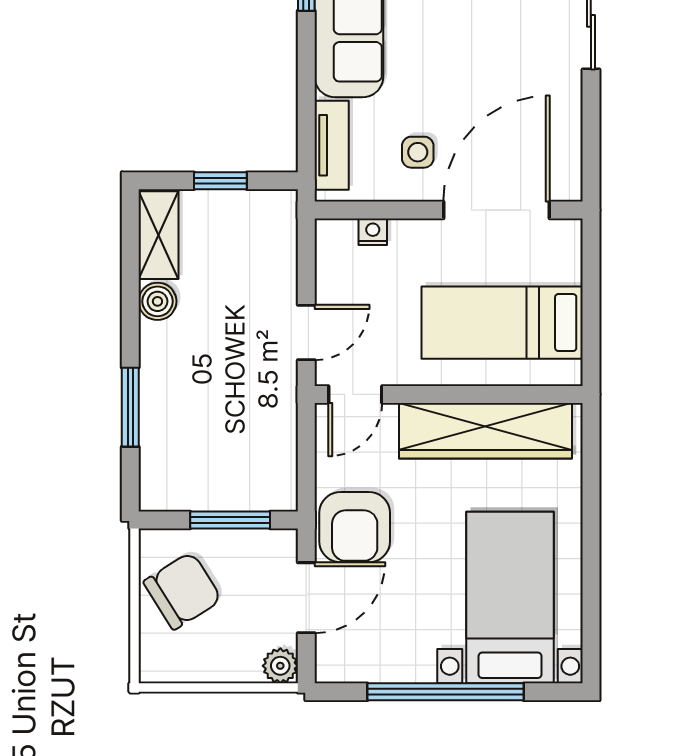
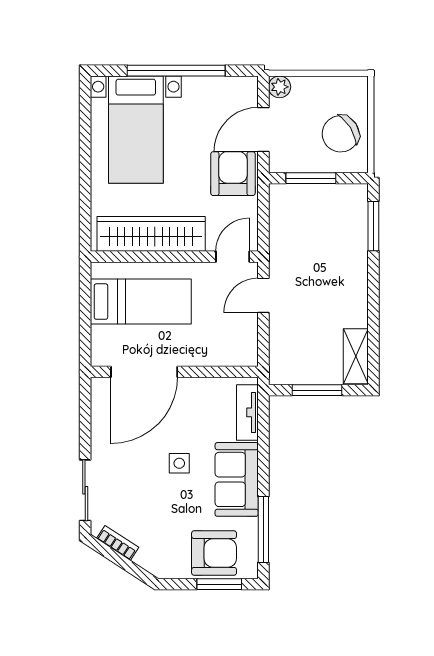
side table: (418, 152) -> (179, 463), moved
window: (220, 181) -> (317, 390), width x1.50
nightstand: (373, 232) -> (222, 358), removed
boiler: (157, 301) -> (356, 315), removed
window: (130, 407) -> (373, 226), moved

